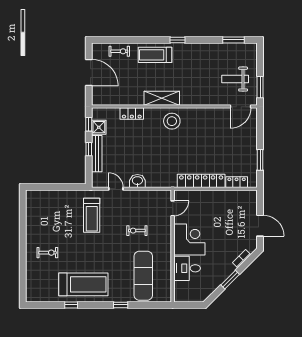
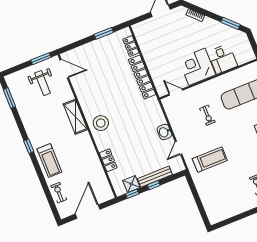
shelving: (162, 98) -> (75, 117), moved
window: (230, 280) -> (231, 23), moved

